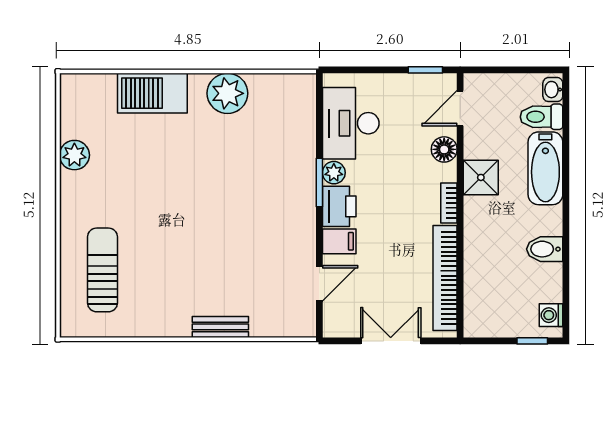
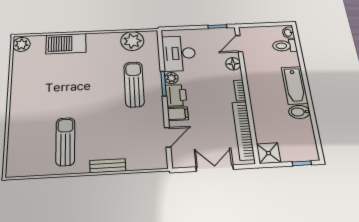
plant: (227, 93) -> (132, 41), moved
plant: (74, 155) -> (22, 44), moved
bathtub: (545, 168) -> (295, 85), moved
shower: (481, 177) -> (268, 153), moved
sun lounger: (269, 181) -> (134, 84), added
sun lounger: (103, 270) -> (65, 141), moved
washing machine: (551, 315) -> (310, 148), removed

